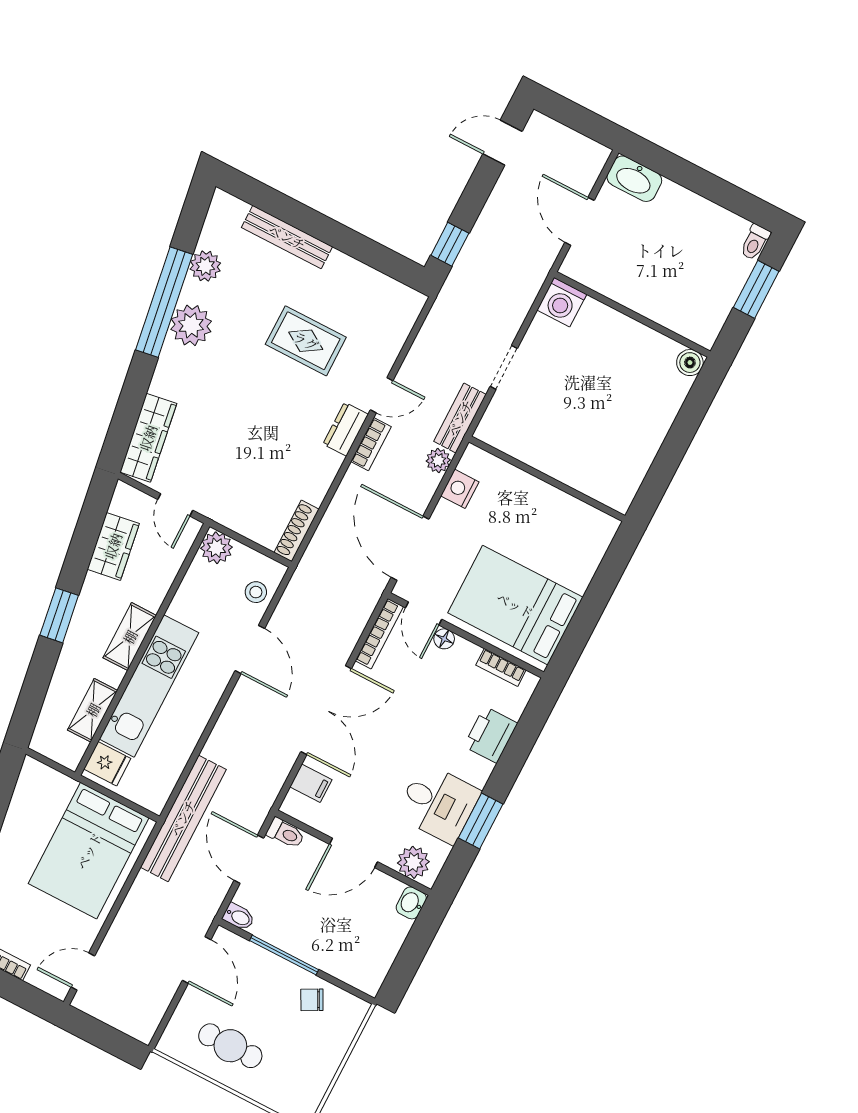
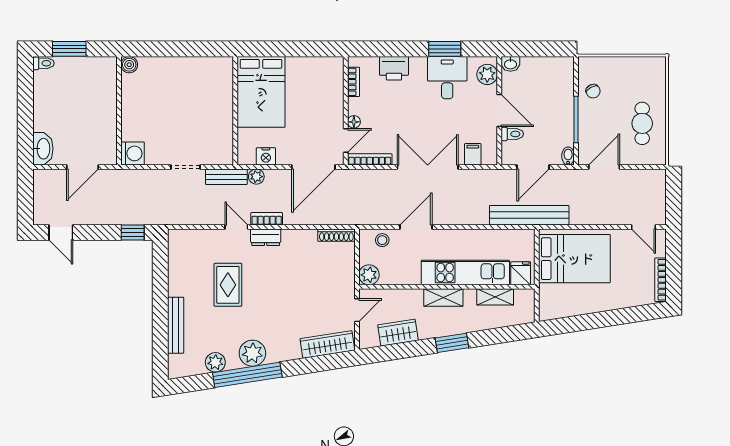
bed: (515, 605) -> (261, 92), moved
toilet: (285, 833) -> (512, 134), moved, turned 90

